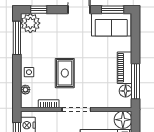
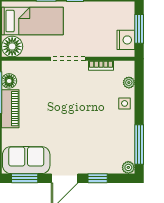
window: (39, 10) -> (98, 178), moved
plant: (30, 23) -> (128, 167), width x0.53, depth x0.53
rug: (65, 73) -> (82, 102), removed

